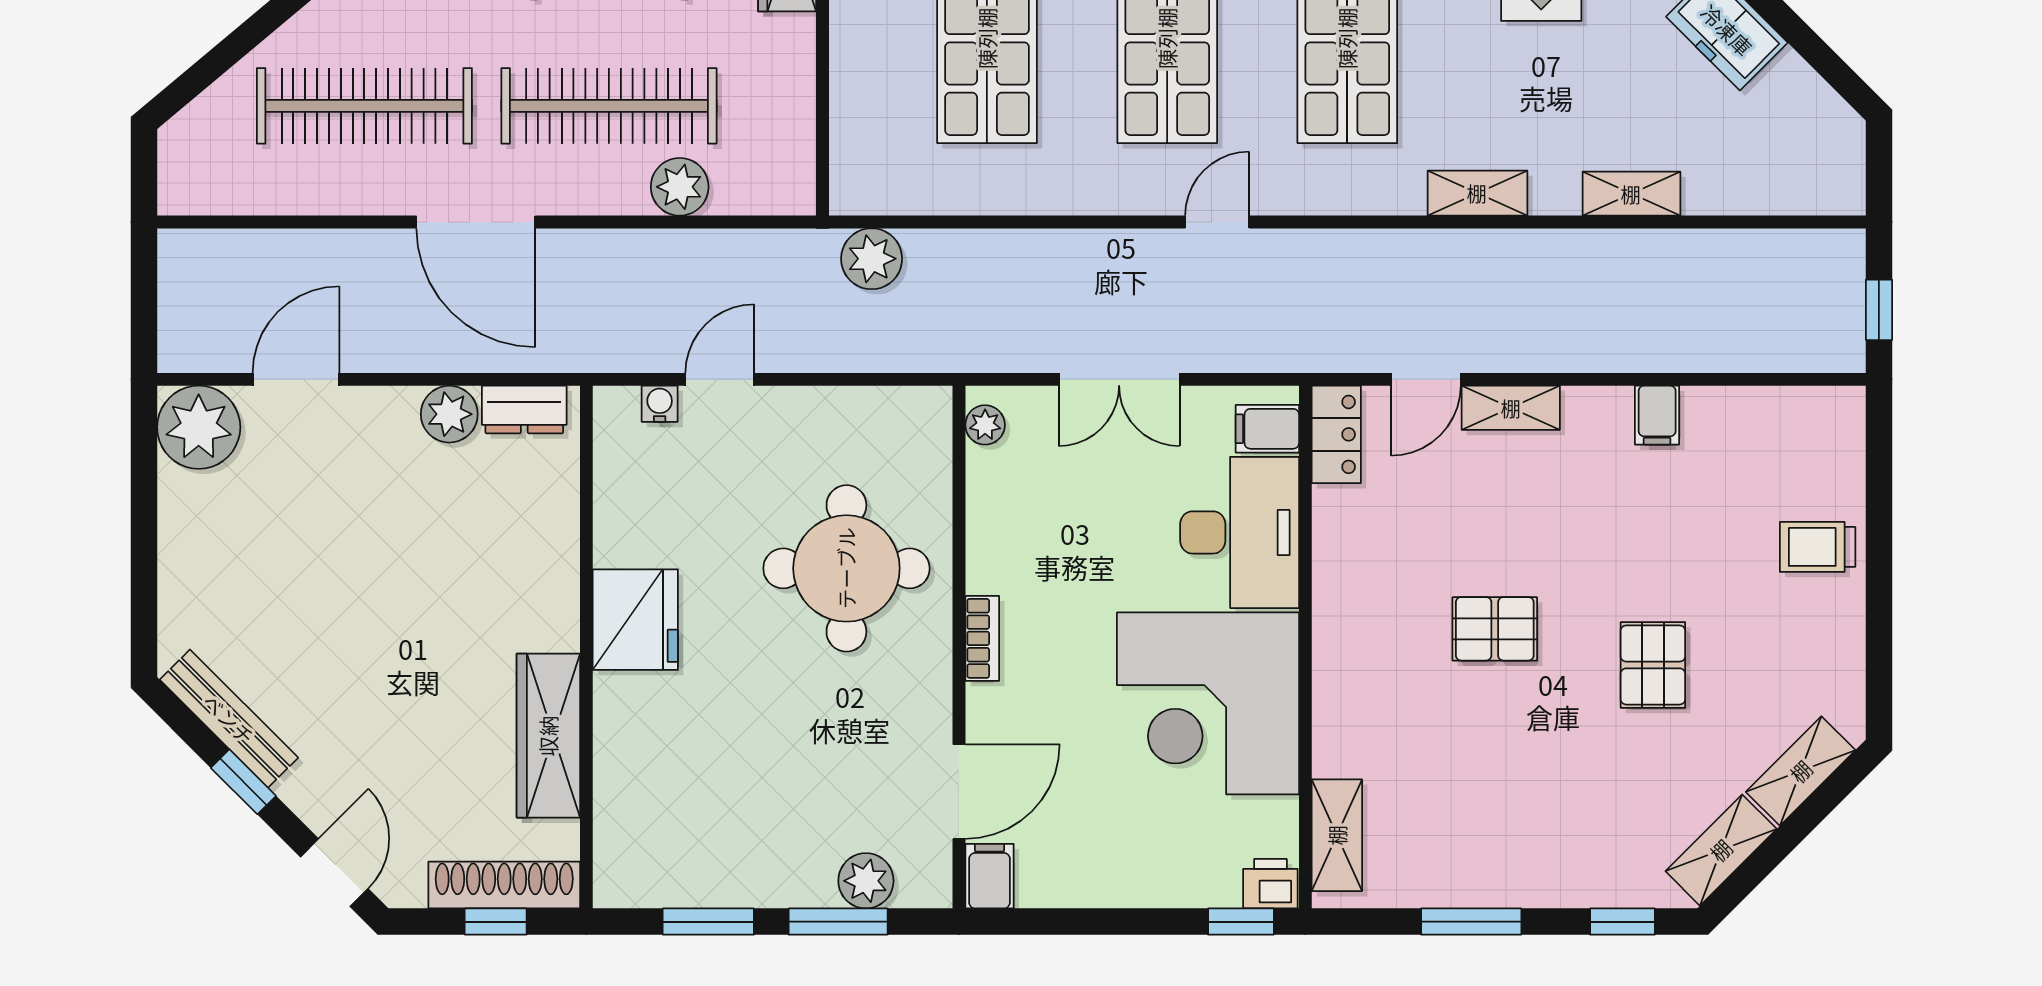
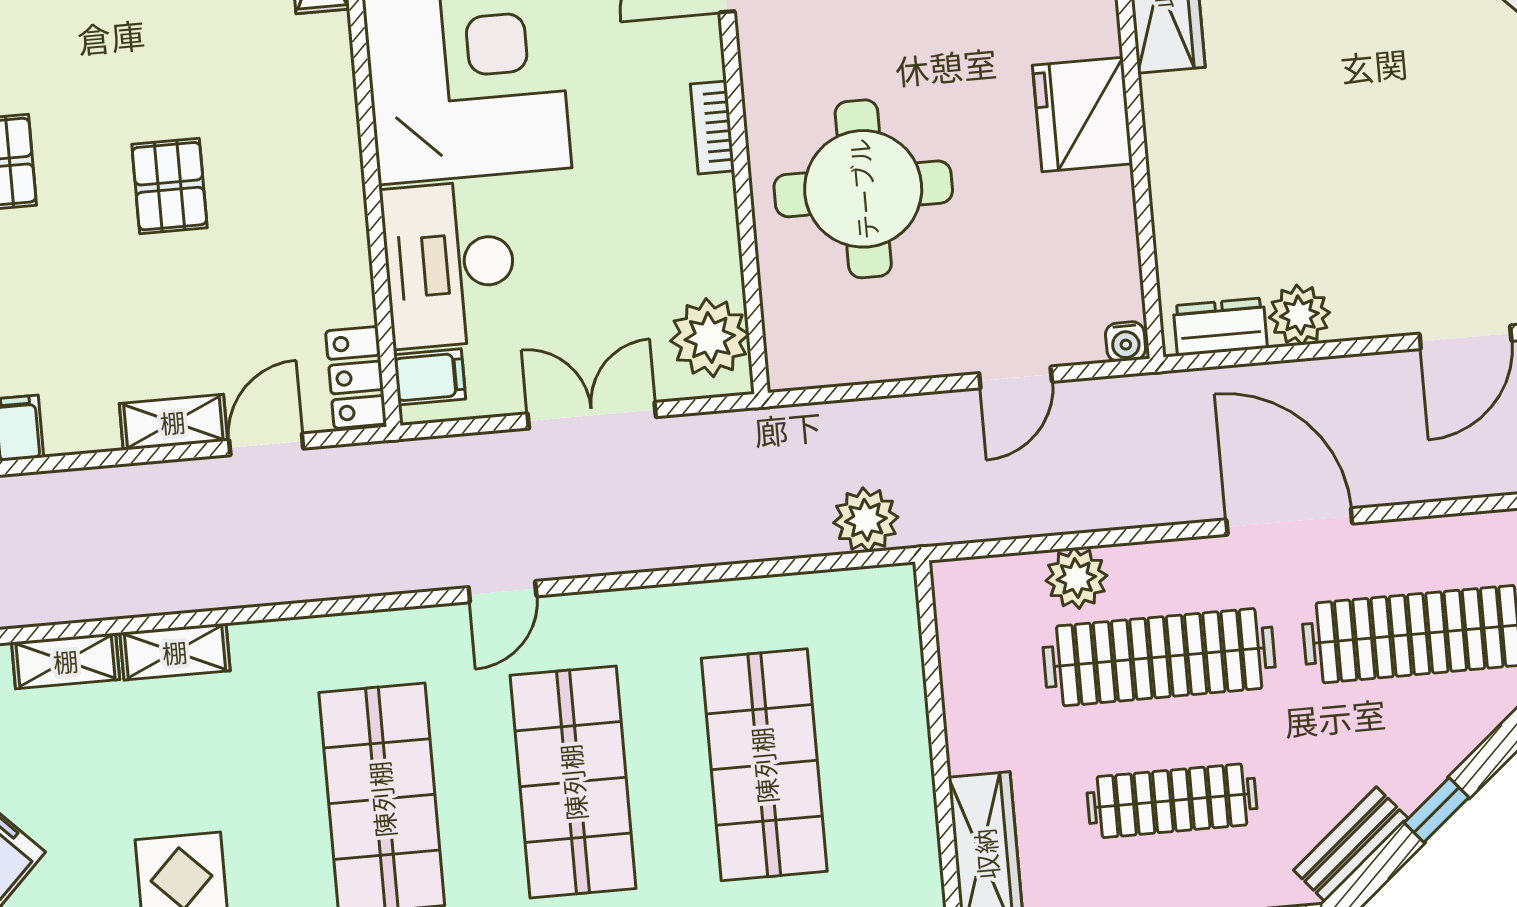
shelving: (1477, 193) -> (175, 652), moved
water cooler: (660, 404) -> (1126, 342), moved
plant: (985, 425) -> (710, 338), width x1.88, depth x1.88
pallet: (1495, 629) -> (169, 186), turned 90

